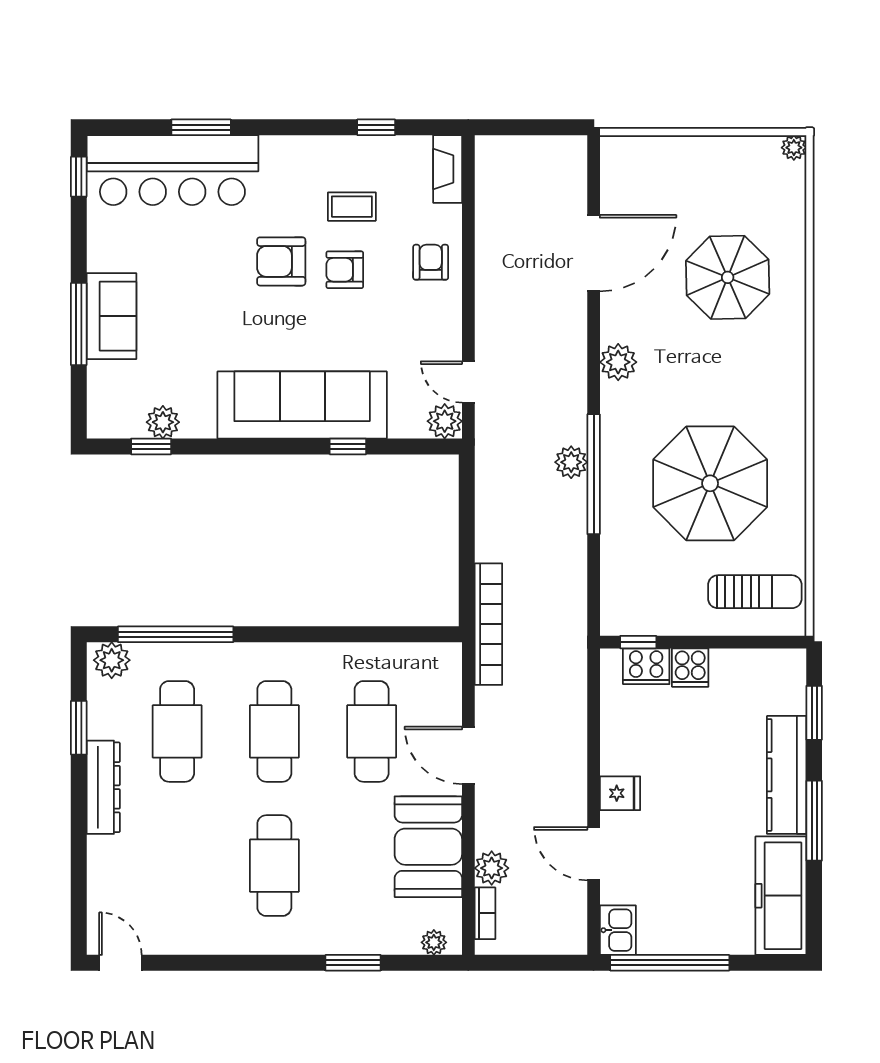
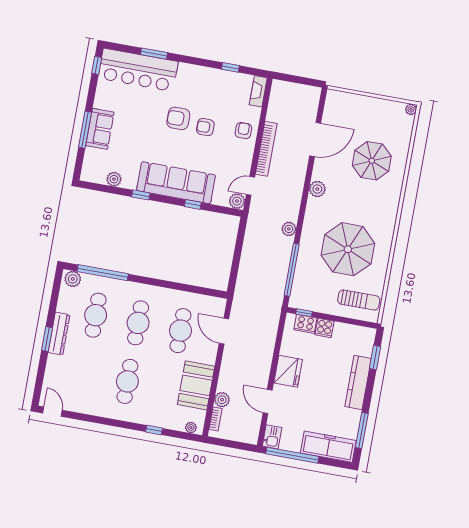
coffee table: (352, 207) -> (213, 100), removed
door: (468, 382) -> (250, 186), hinge flipped
window: (151, 446) -> (141, 195), moved
window: (594, 474) -> (292, 270), moved
bookcase: (488, 624) -> (266, 149), moved
window: (79, 728) -> (47, 339), moved
door: (468, 755) -> (224, 331), moved
fridge: (620, 793) -> (288, 371), width x1.88, depth x1.34
window: (814, 821) -> (362, 431), moved
freezer: (781, 896) -> (328, 447), moved, turned 90
window: (353, 963) -> (154, 430), width x0.67

